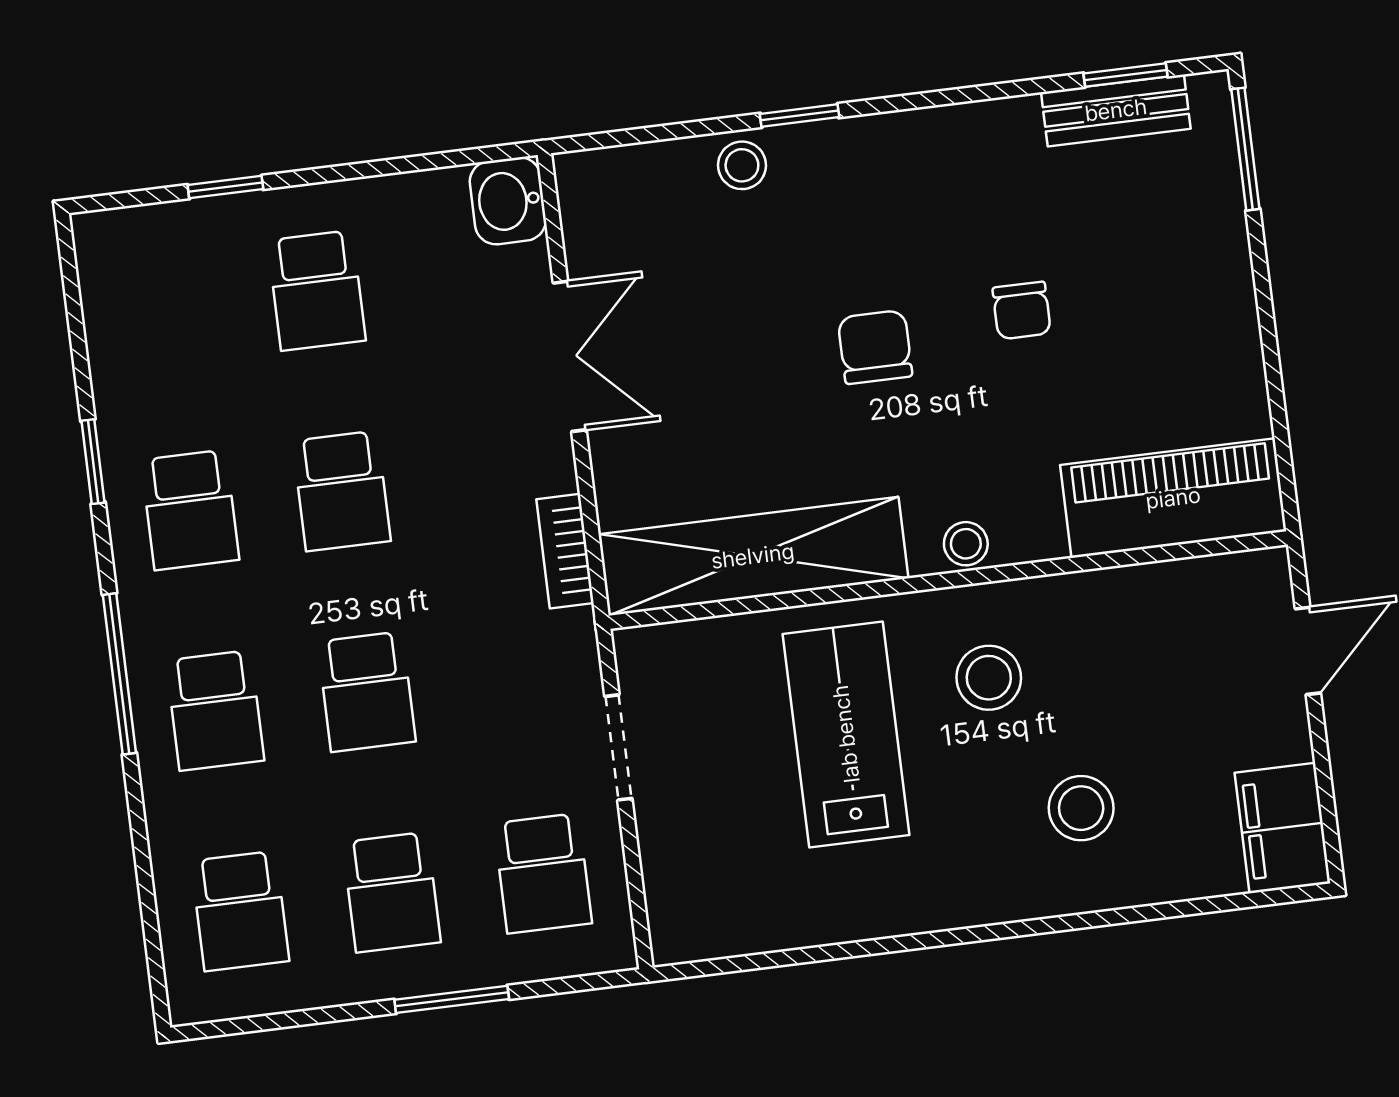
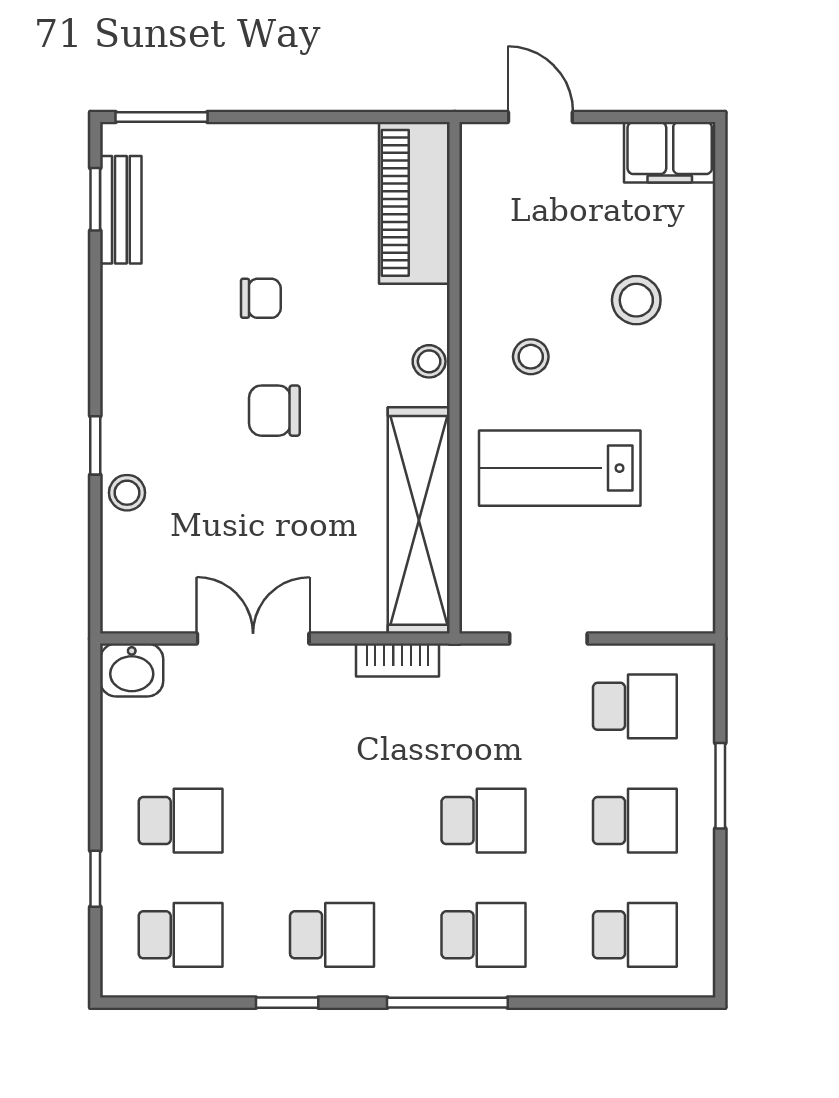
school desk: (342, 491) -> (181, 935), moved
stool: (989, 678) -> (531, 357), width x0.73, depth x0.73

